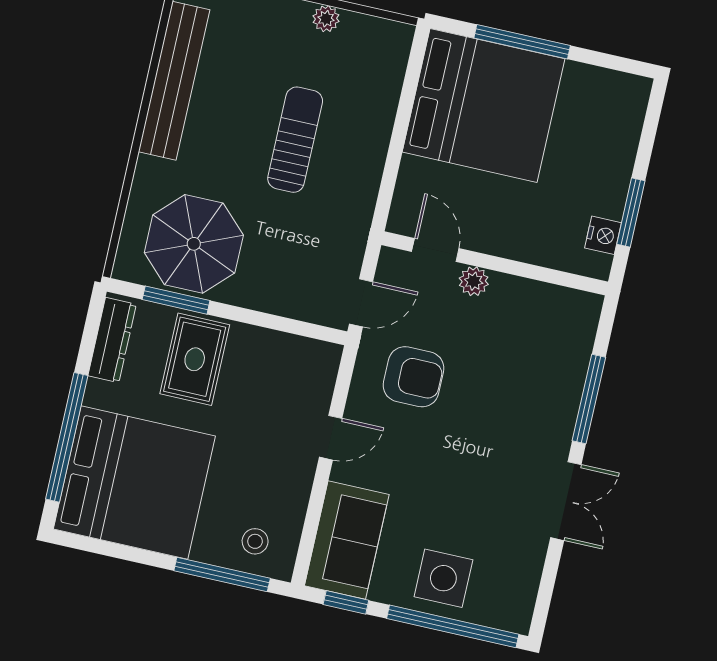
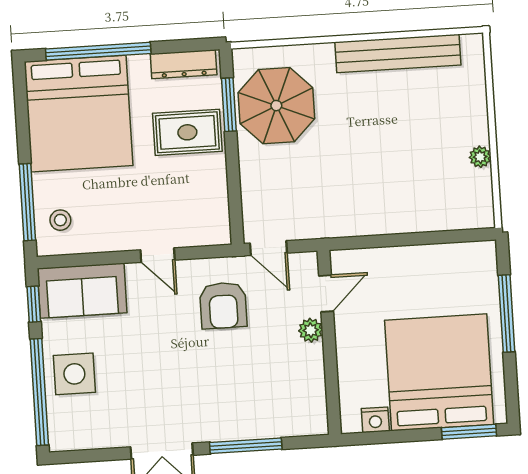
bed: (484, 105) -> (439, 372), moved, turned 180
sun lounger: (295, 140) -> (380, 160), removed
window: (631, 213) -> (469, 432), moved

